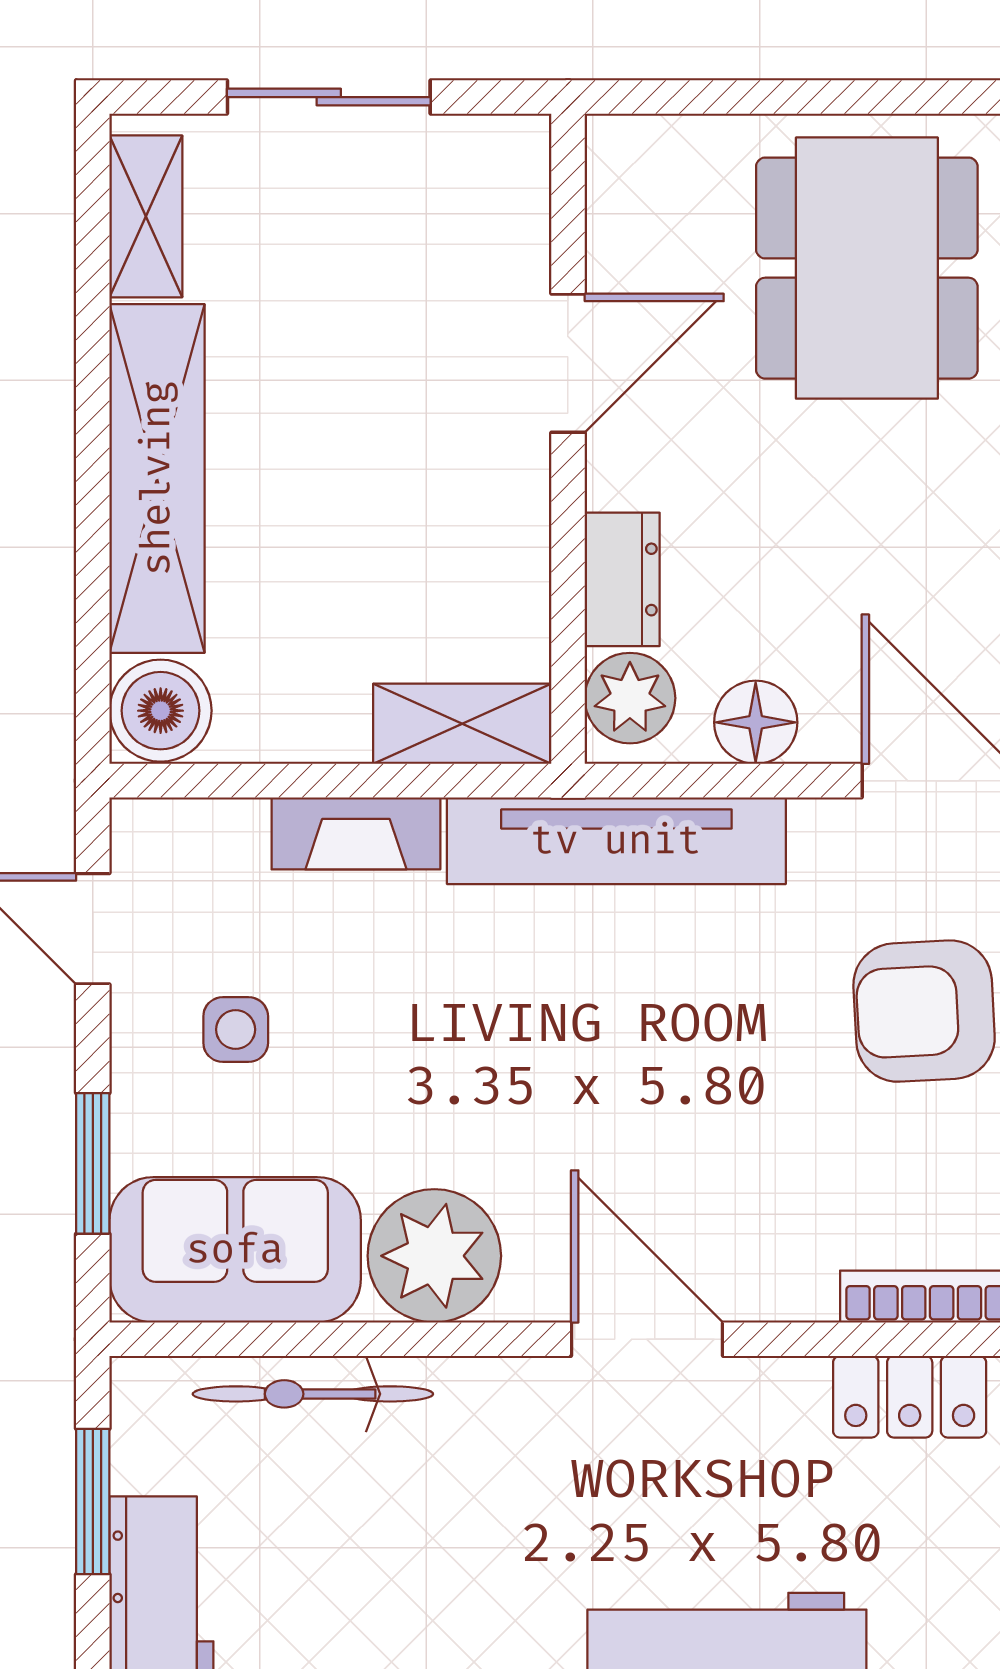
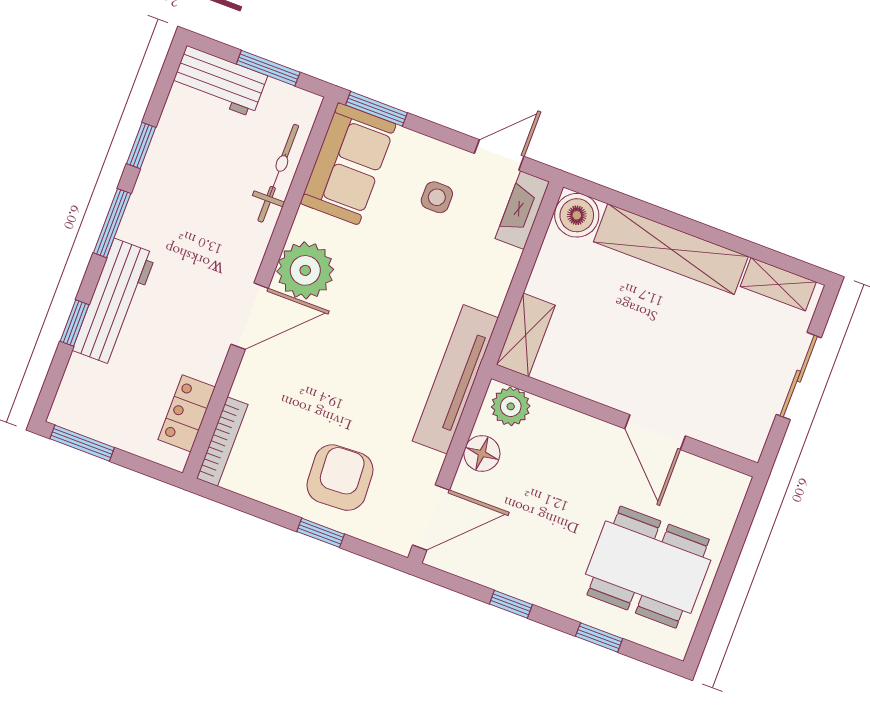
dresser: (622, 579) -> (560, 421), removed
fireplace: (356, 833) -> (522, 210), moved
window: (93, 1163) -> (377, 109), moved
plant: (434, 1256) -> (305, 270), moved

